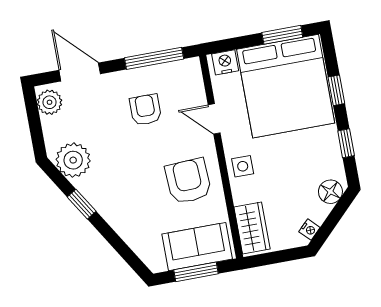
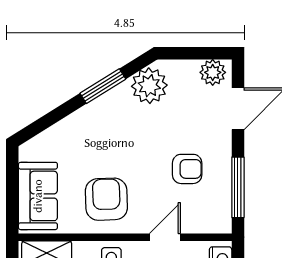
armchair: (188, 181) -> (106, 199), turned -89
window: (82, 204) -> (103, 86), width x1.50
window: (196, 272) -> (12, 190), removed

